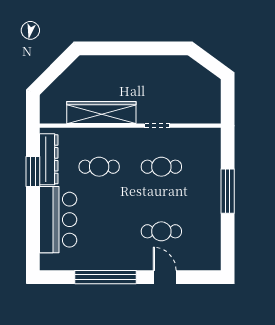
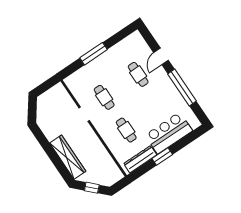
window: (54, 71) -> (92, 188), added
wardrobe: (101, 112) -> (68, 157), moved, turned 180
window: (33, 172) -> (162, 157), moved

